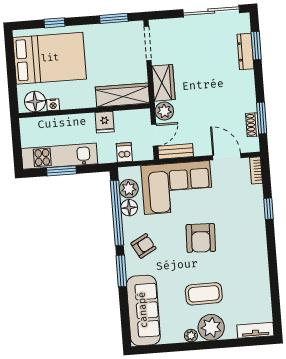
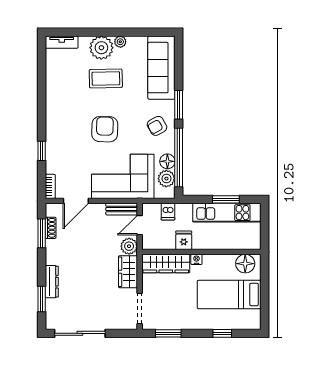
dresser: (245, 52) -> (52, 282), moved
bed: (50, 58) -> (229, 295), width x0.67
nightstand: (53, 105) -> (196, 259), moved
door: (227, 157) -> (76, 201), hinge flipped

